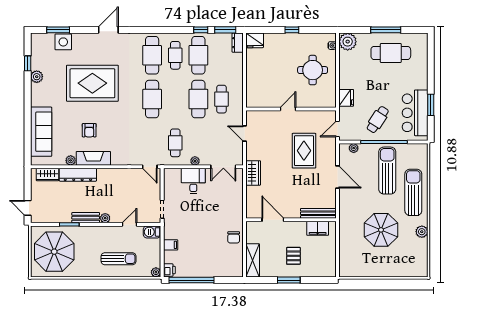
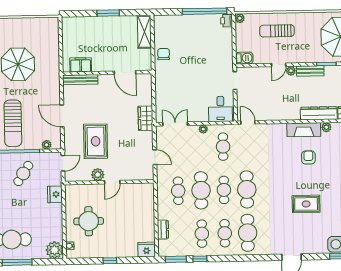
dresser: (238, 43) -> (163, 230), moved
cafe table: (198, 55) -> (202, 234), width x0.73, depth x0.74
rug: (92, 83) -> (306, 204), width x0.54, depth x0.49
cafe table: (175, 99) -> (224, 190), added
plant: (303, 117) -> (98, 175), added
desk: (193, 181) -> (221, 109), moved
door: (130, 224) -> (279, 65), moved
filing cabinet: (171, 245) -> (226, 46), removed
pallet: (293, 256) -> (104, 37), removed

